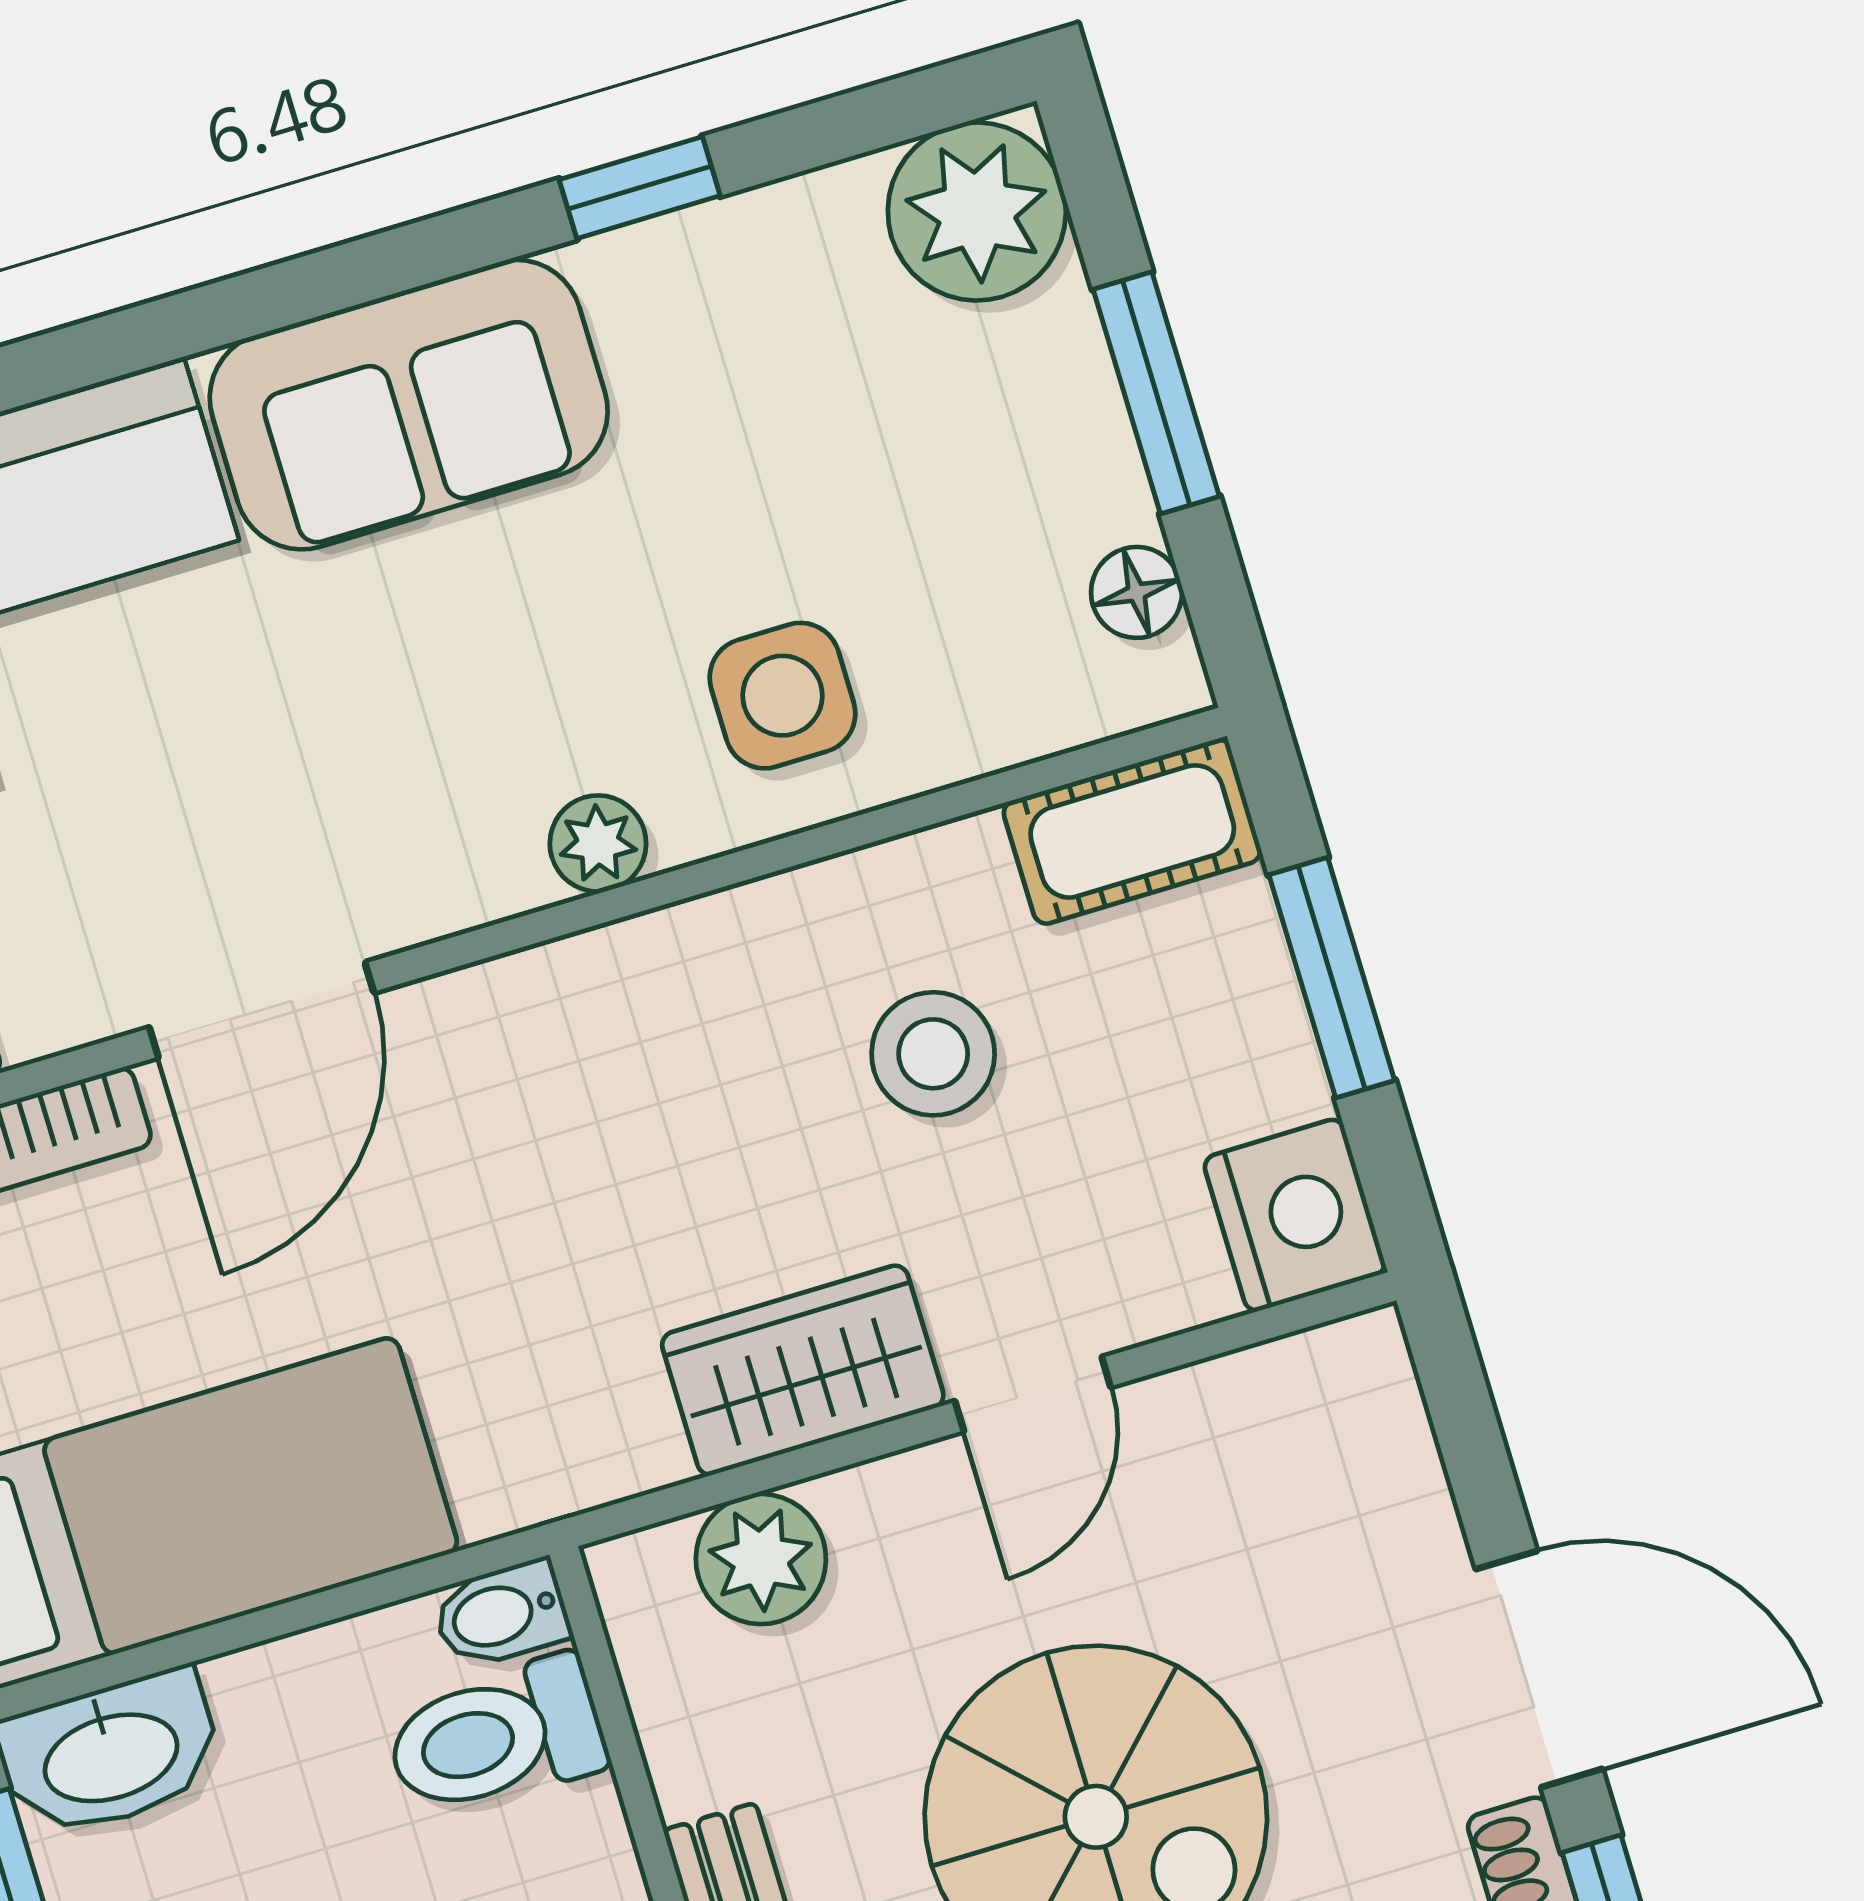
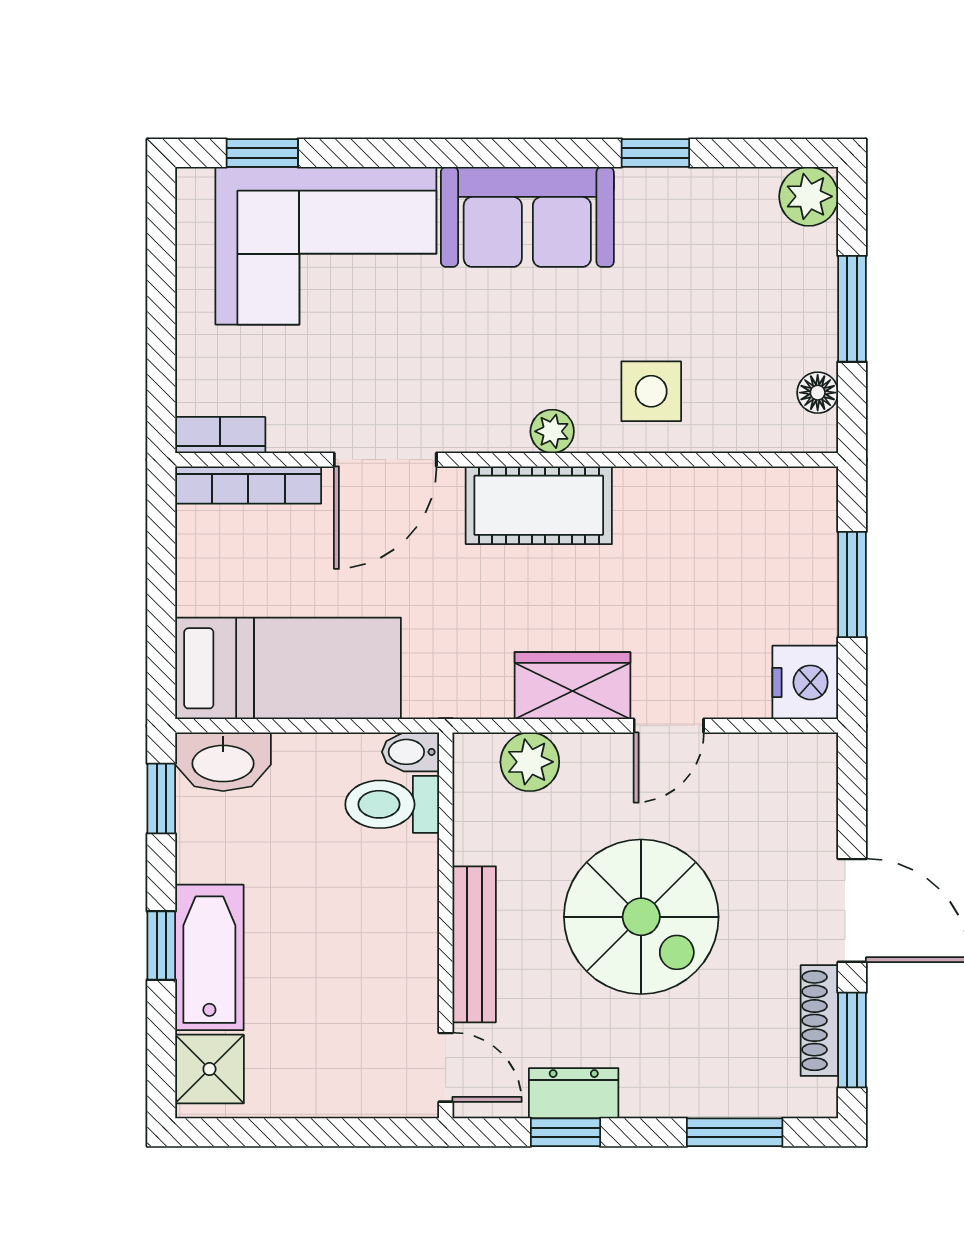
plant: (977, 211) -> (809, 196), width x0.73, depth x0.73
cot: (1132, 831) -> (539, 505), moved, width x1.37, depth x1.34
stool: (933, 1054) -> (670, 566), removed

